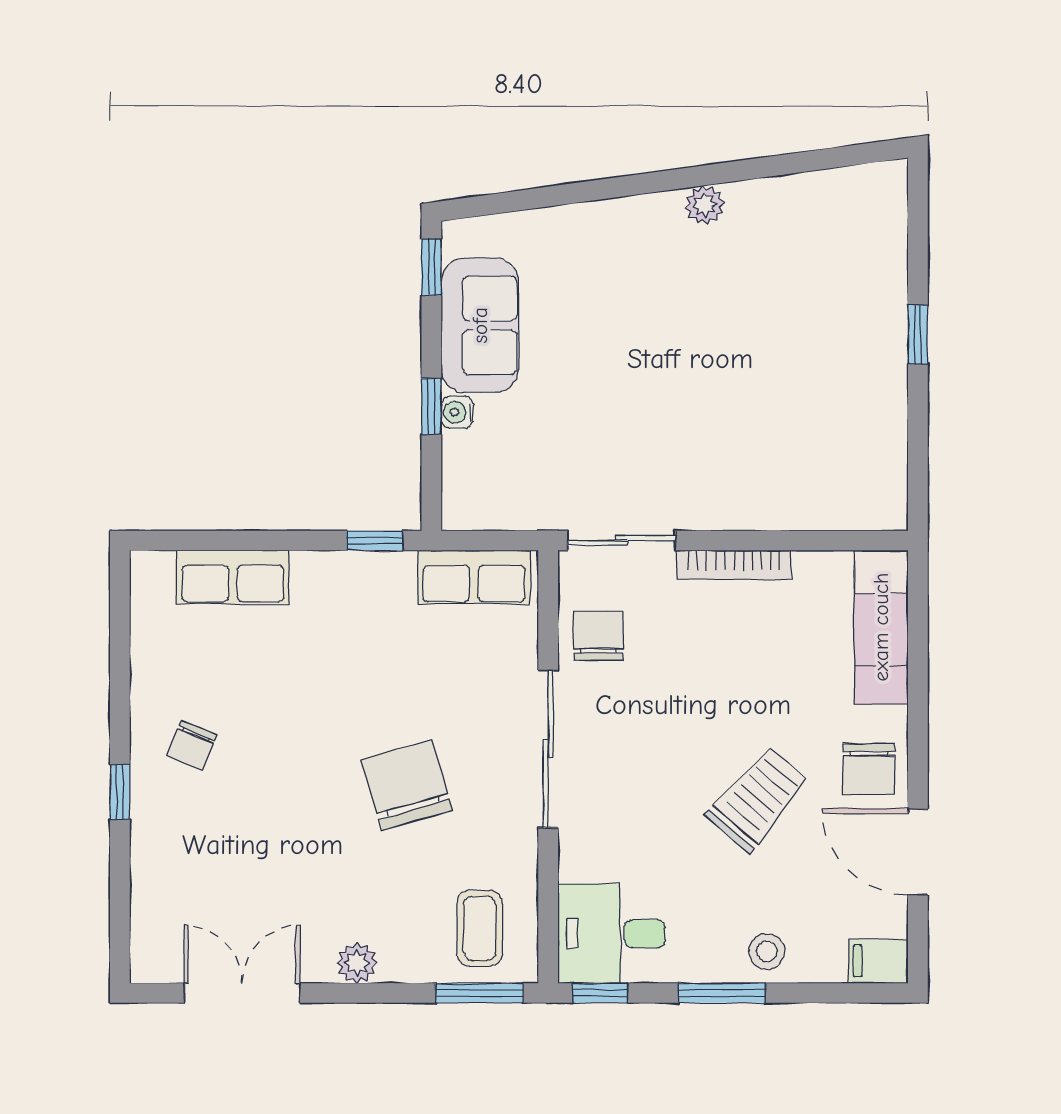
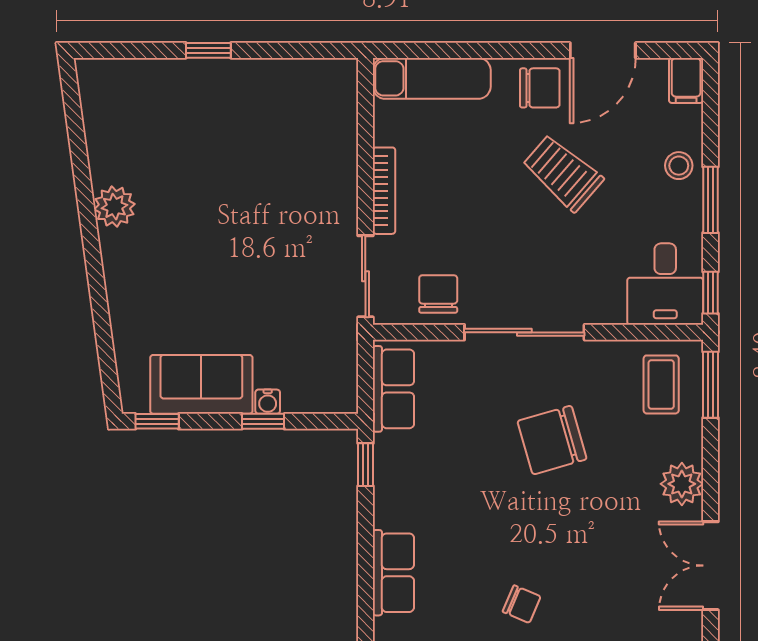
plant: (705, 205) -> (114, 207), width x1.38, depth x1.38
chair: (598, 636) -> (438, 294), turned 90
coffee table: (480, 928) -> (661, 384), turned 90
plant: (357, 963) -> (682, 484), width x1.38, depth x1.38

